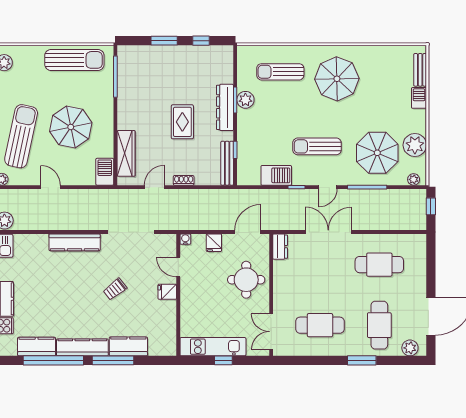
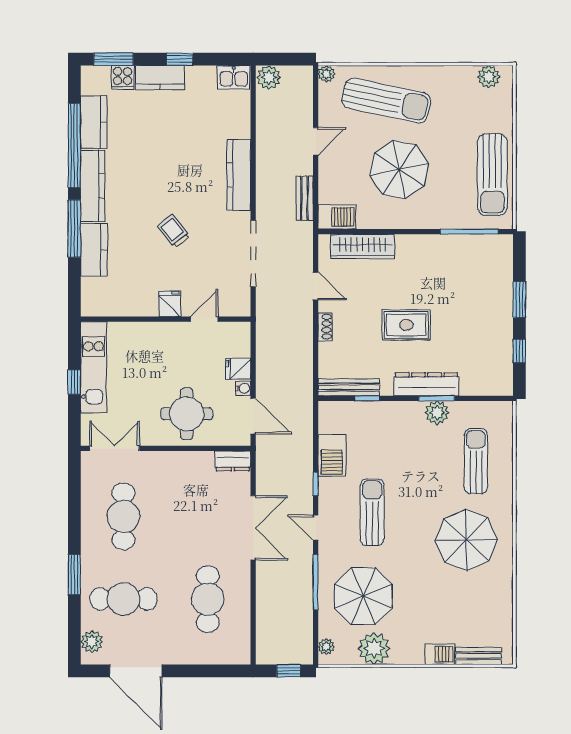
bench: (91, 195) -> (305, 198), added
water cooler: (185, 239) -> (243, 388), moved

